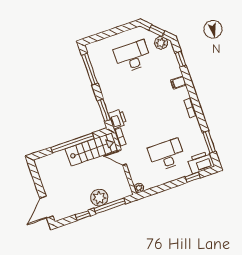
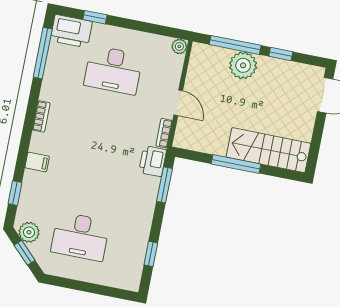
window: (90, 69) -> (151, 254), width x0.46
window: (209, 142) -> (43, 53), width x1.44
window: (72, 143) -> (236, 164), width x0.68
stairs: (92, 149) -> (268, 150), moved

